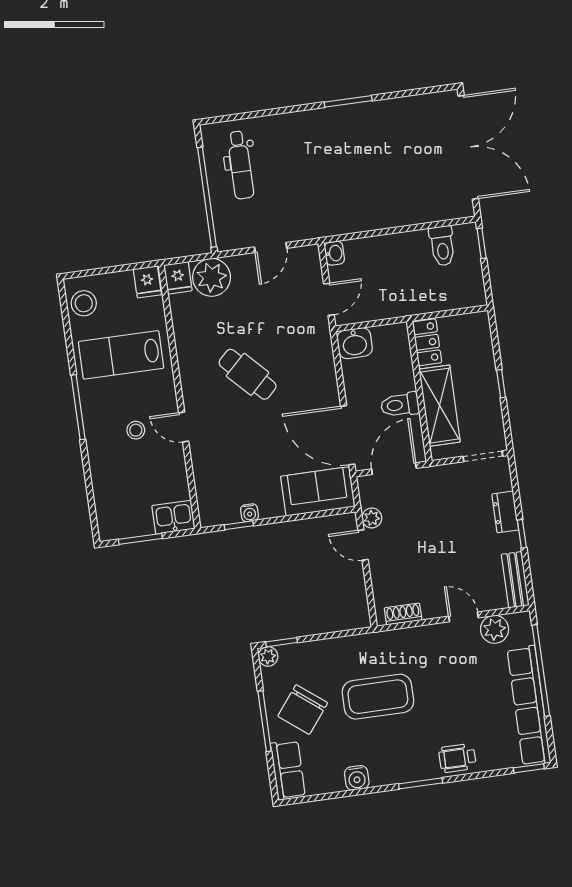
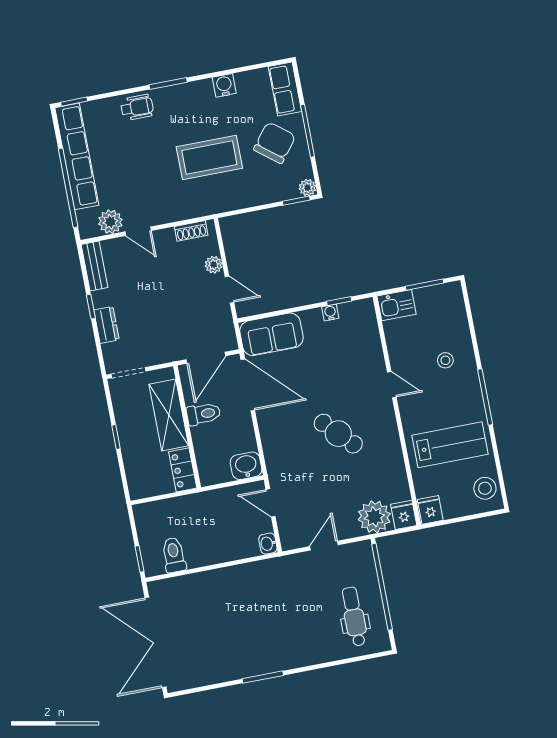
door: (329, 299) -> (271, 503), hinge flipped
stool: (136, 430) -> (445, 360), moved
plant: (372, 518) -> (214, 265), moved

